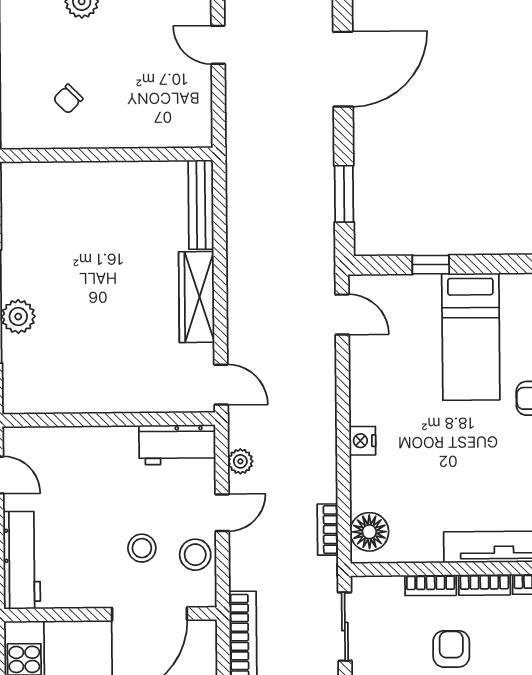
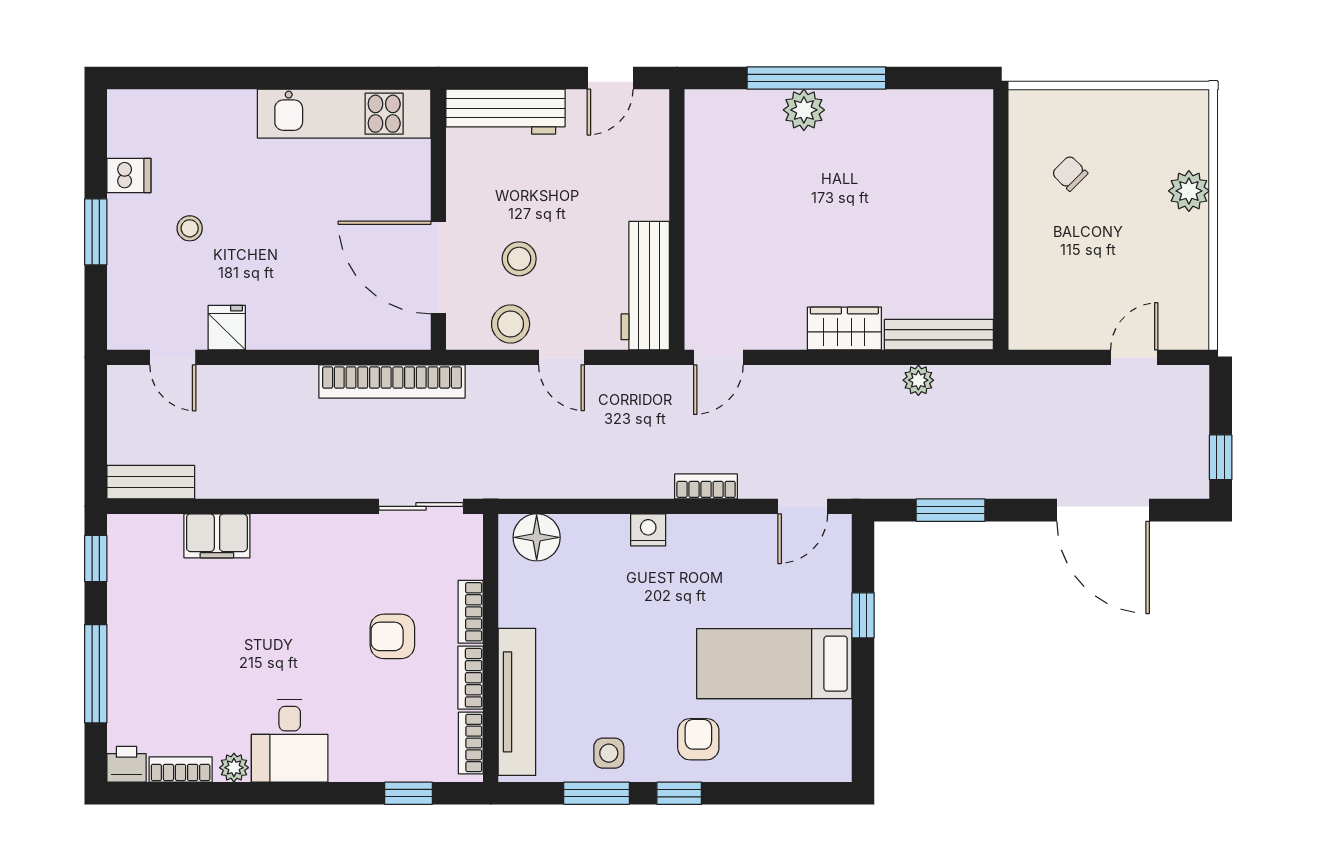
wardrobe: (197, 297) -> (844, 328), width x0.67
workbench: (177, 445) -> (645, 286), width x1.37
plant: (240, 461) -> (918, 380), moved
bookcase: (328, 530) -> (706, 486), moved
armchair: (451, 649) -> (392, 636), turned 180

